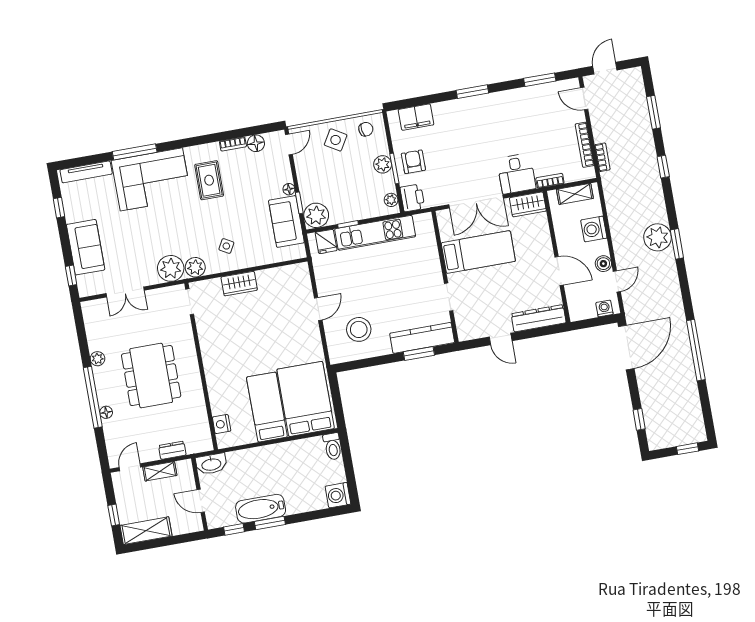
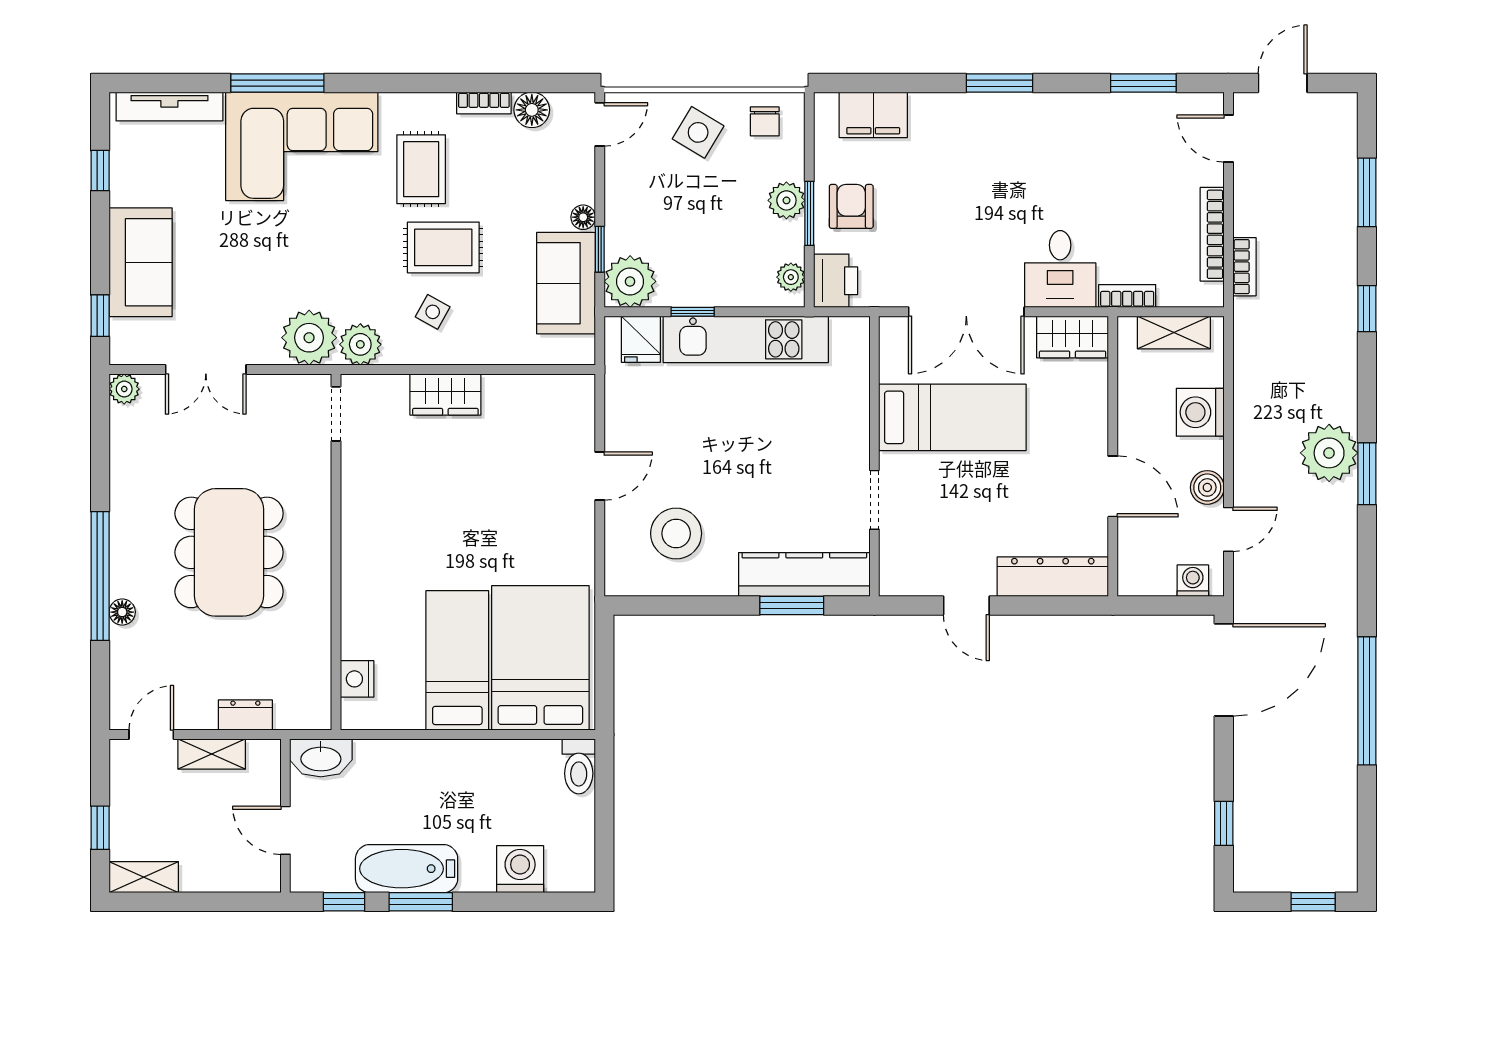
chair: (366, 129) -> (765, 121), turned 99
rug: (226, 215) -> (443, 247), added
plant: (98, 359) -> (124, 389), moved
washing machine: (338, 495) -> (520, 869), moved, turned 90
shelving: (146, 531) -> (144, 877), width x0.67, depth x0.75

